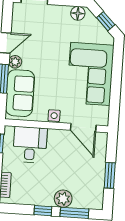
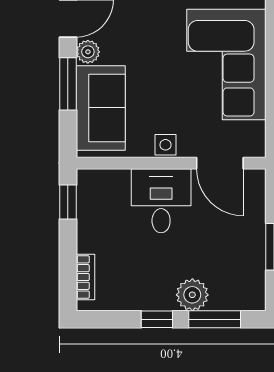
desk: (30, 145) -> (161, 201), moved

